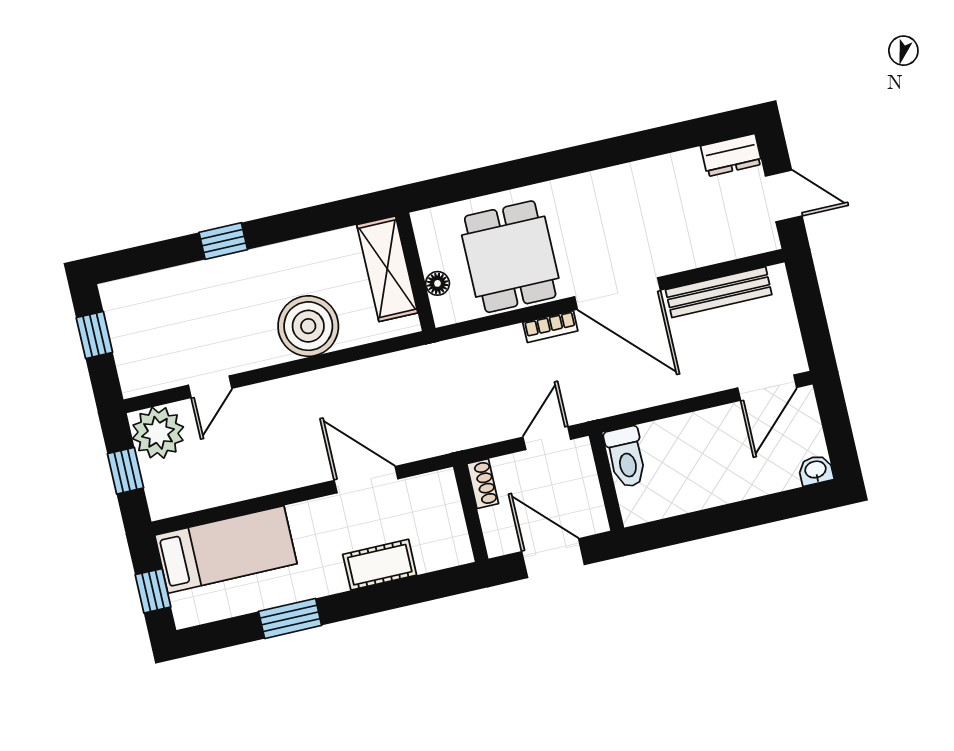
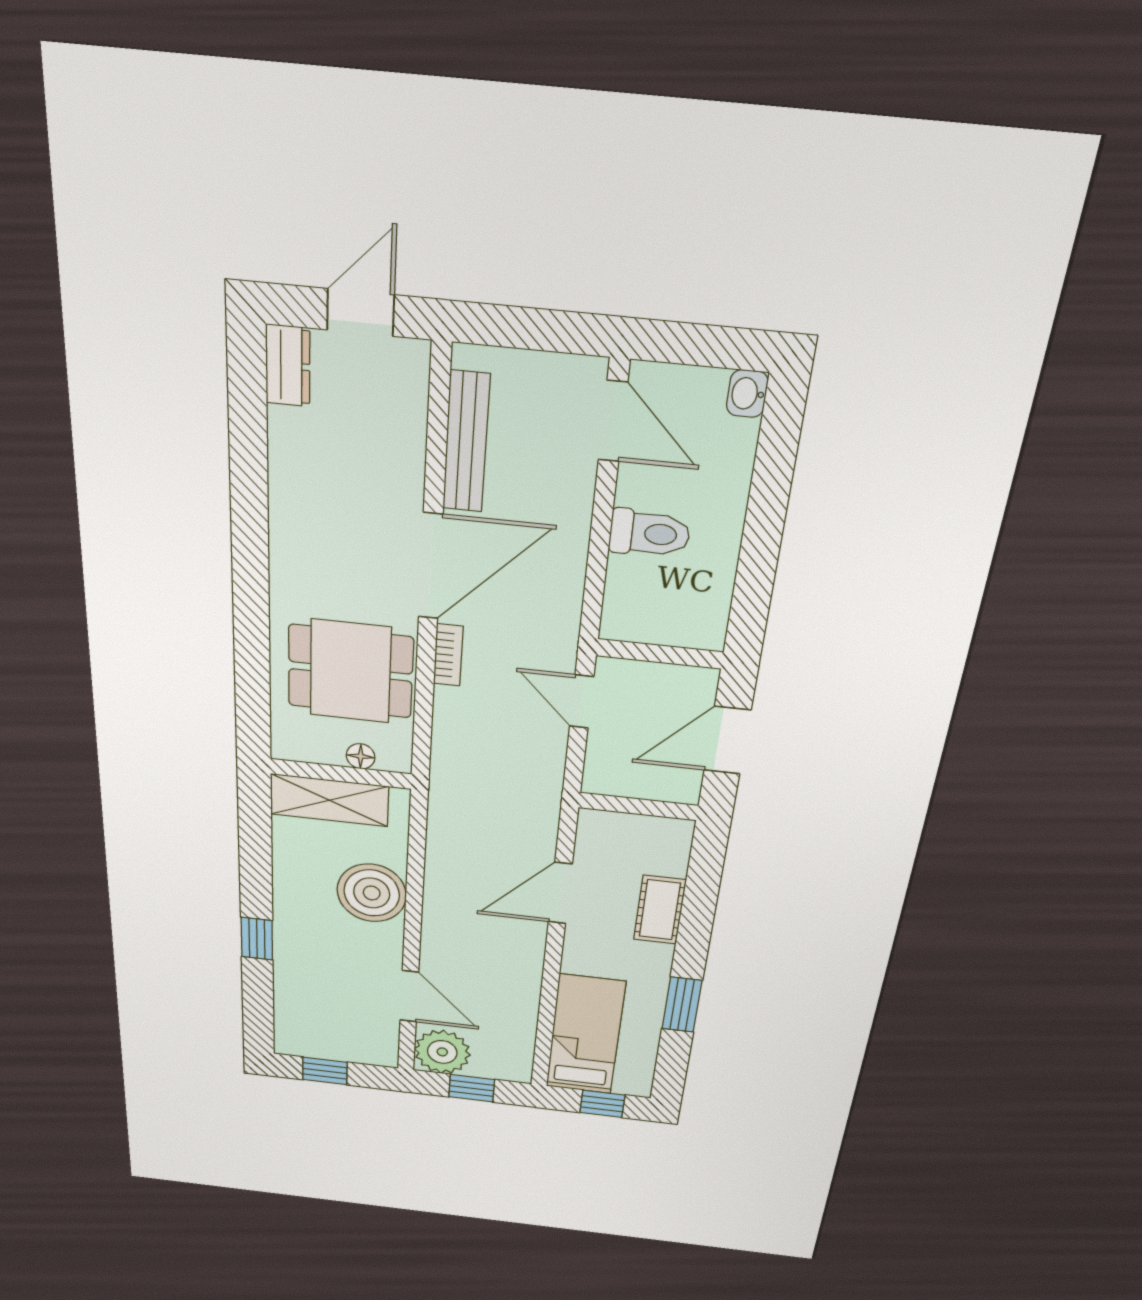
door: (210, 387) -> (409, 996), width x1.38
toilet: (626, 457) -> (650, 533), moved
shoe rack: (483, 484) -> (609, 784), removed

